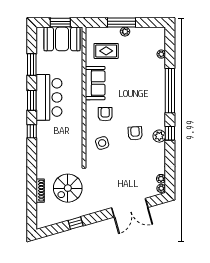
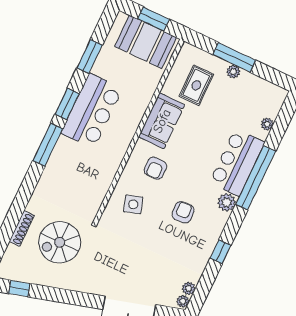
rug: (106, 51) -> (196, 85), turned 90
bar counter: (154, 87) -> (237, 162), added
armchair: (105, 114) -> (155, 168), turned 180
window: (32, 131) -> (48, 145), width x2.17
window: (170, 133) -> (221, 252), moved
plant: (159, 136) -> (227, 202), moved
window: (76, 223) -> (19, 289), moved

